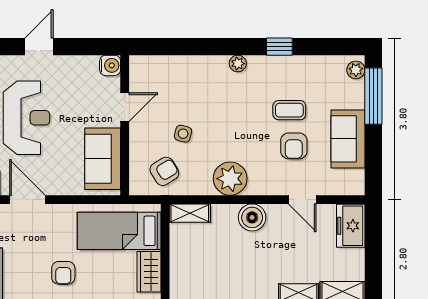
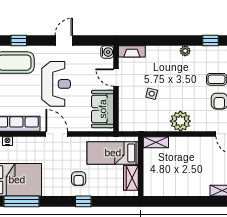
fireplace: (151, 64) -> (132, 51), added
door: (125, 107) -> (116, 78), swing flipped
armchair: (164, 171) -> (140, 117), removed
boiler: (252, 217) -> (194, 145), removed

